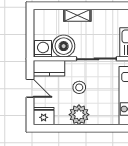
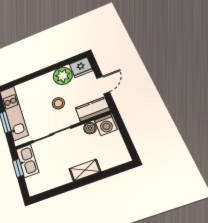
boiler: (64, 46) -> (90, 128), width x0.54, depth x0.54
door: (30, 88) -> (103, 85), swing flipped
plant: (79, 115) -> (63, 76), moved

